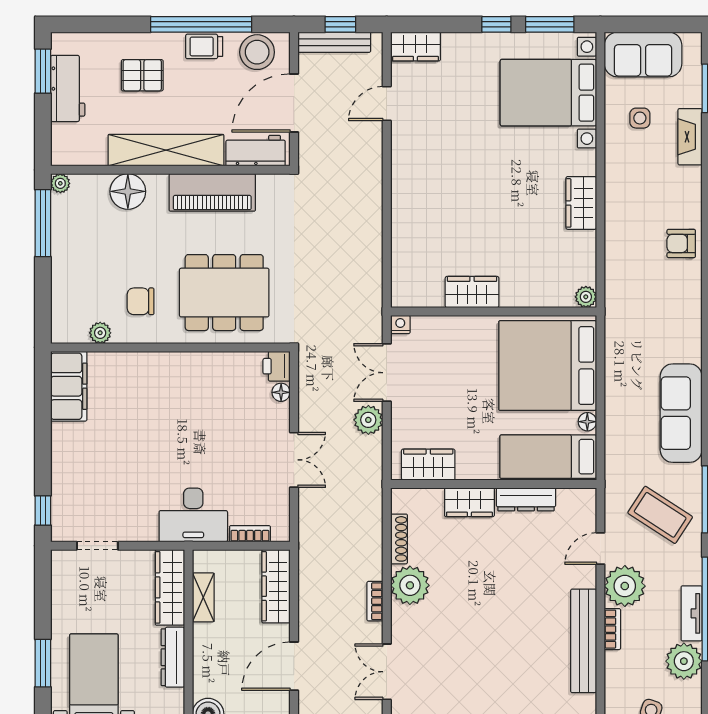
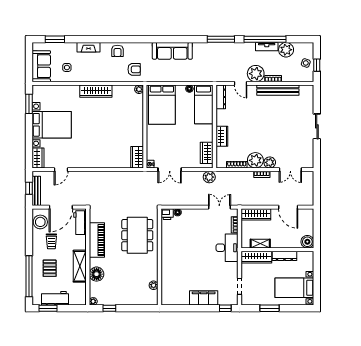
window: (201, 24) -> (29, 276), moved
window: (496, 24) -> (29, 125), removed
trolley: (204, 46) -> (51, 241), moved
bed with nightstands: (548, 93) -> (52, 125), moved, turned -90
door: (294, 103) -> (61, 207), hinge flipped
door: (387, 104) -> (61, 170), hinge flipped
fireplace: (690, 137) -> (89, 47), moved
shelving: (166, 150) -> (80, 266), width x0.68
wardrobe: (581, 203) -> (96, 91), width x1.50
window: (43, 223) -> (109, 308), width x0.46
armchair: (635, 285) -> (134, 69), added
wardrobe: (472, 292) -> (137, 157), moved
chair: (141, 301) -> (141, 269), removed
bed: (548, 366) -> (162, 105), width x0.73
filing cabinet: (69, 386) -> (204, 298), moved
sofa: (681, 413) -> (172, 51), moved
plant: (368, 420) -> (209, 177), moved
double door: (294, 460) -> (219, 207), moved
dresser: (526, 499) -> (221, 97), moved
coffee table: (660, 515) -> (227, 59), removed
plant: (404, 621) -> (270, 162), added
window: (43, 663) -> (269, 308), moved

